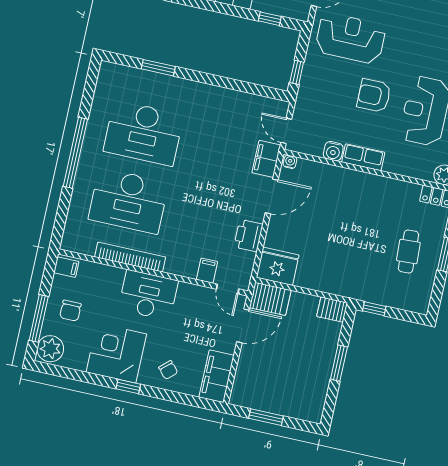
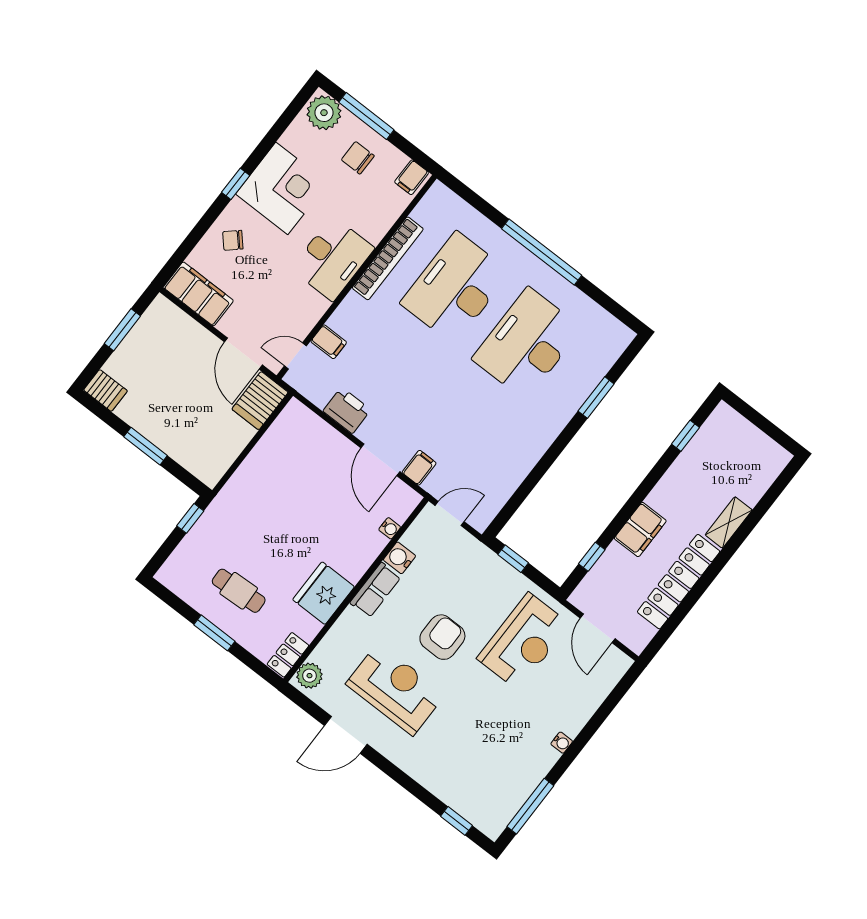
filing cabinet: (266, 159) -> (419, 468), width x0.50
water cooler: (290, 162) -> (390, 528), moved
fridge: (278, 266) -> (324, 593), moved, turned 180
server rack: (332, 310) -> (105, 390), moved, turned 90

